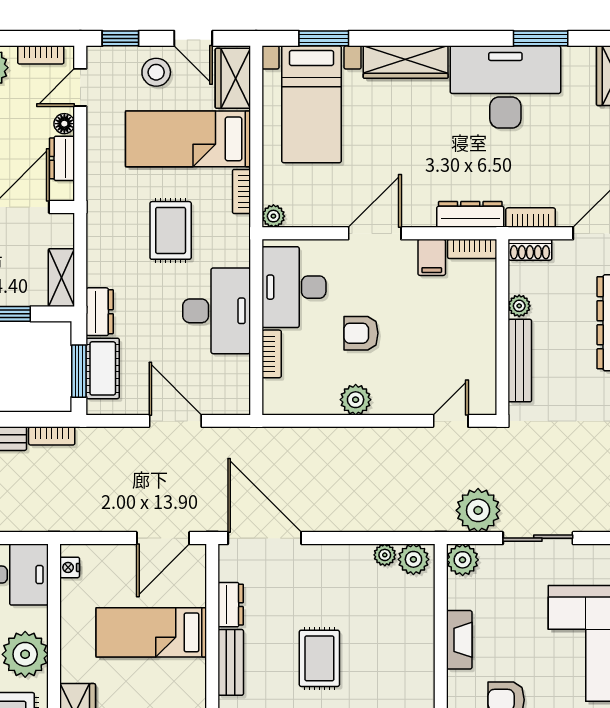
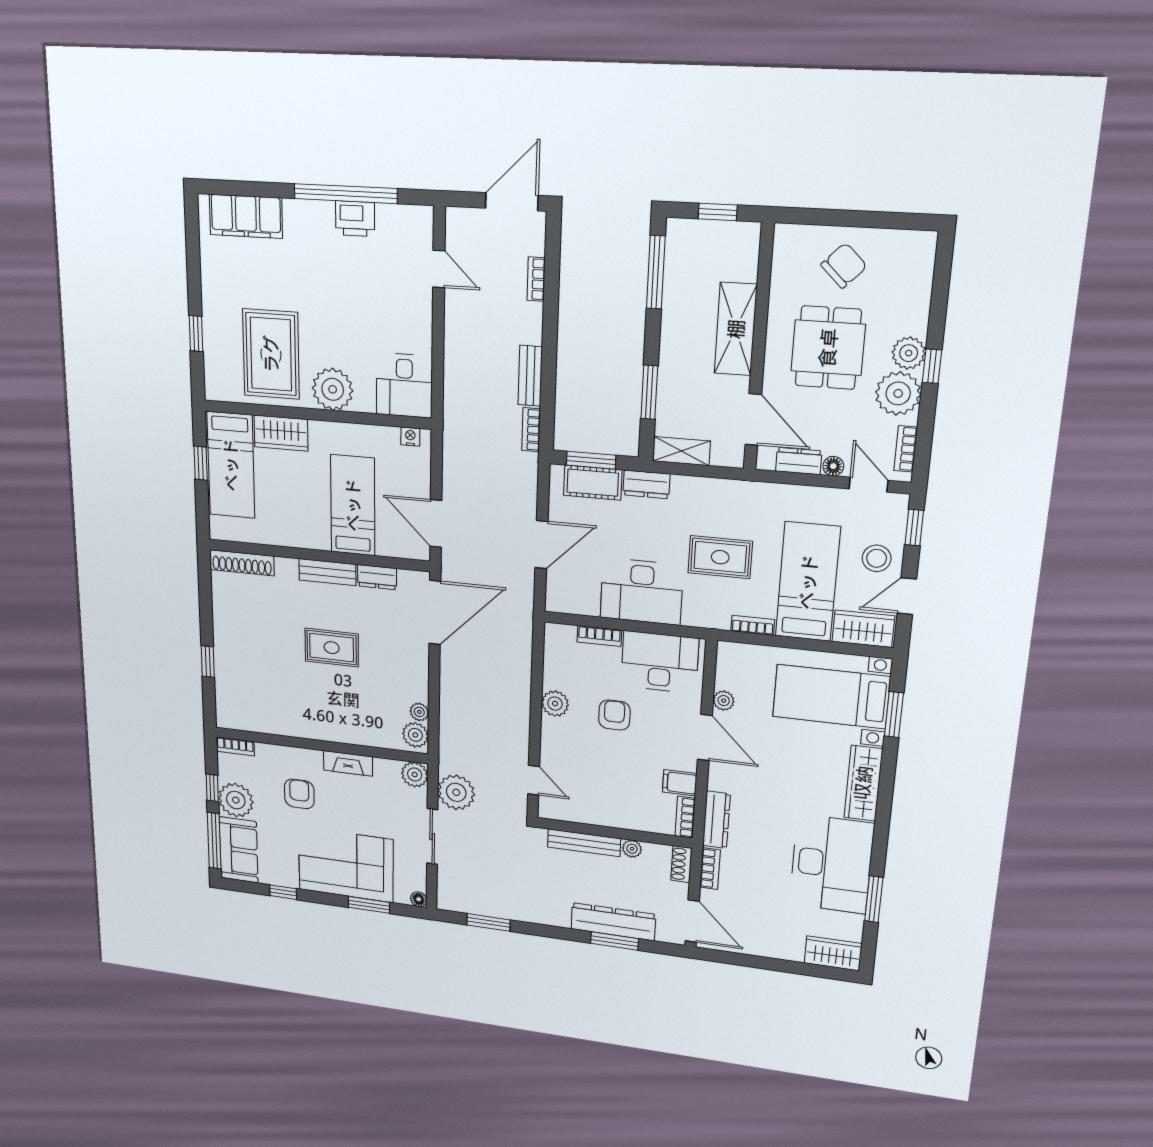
plant: (273, 216) -> (724, 701), moved

